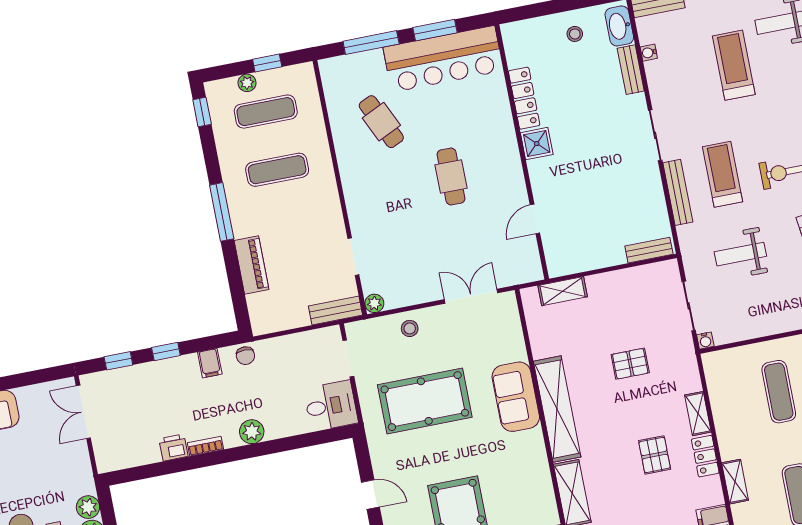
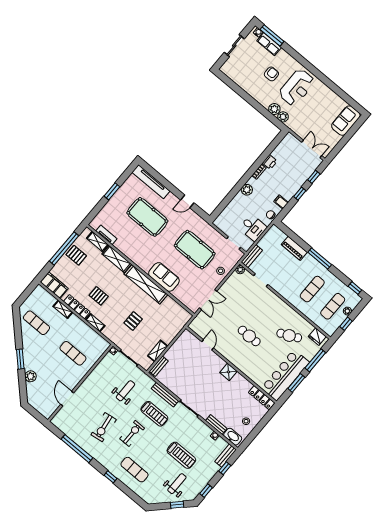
fridge: (335, 81) -> (317, 337), added
locker: (524, 98) -> (262, 398), moved
shelving: (563, 291) -> (158, 351), moved
pool table: (425, 401) -> (195, 250), turned 90
desk: (331, 406) -> (253, 228), moved, turned -90
locker: (705, 456) -> (77, 307), width x1.53

